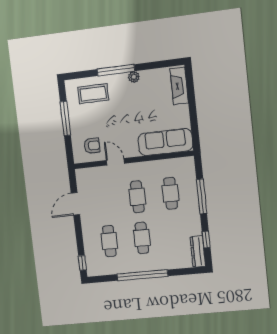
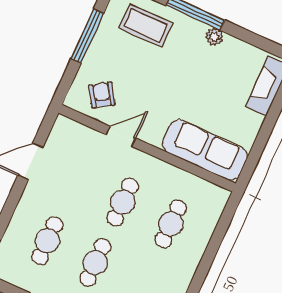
armchair: (92, 146) -> (102, 95), turned -123
door: (115, 162) -> (121, 136), hinge flipped
window: (202, 197) -> (210, 253), removed

